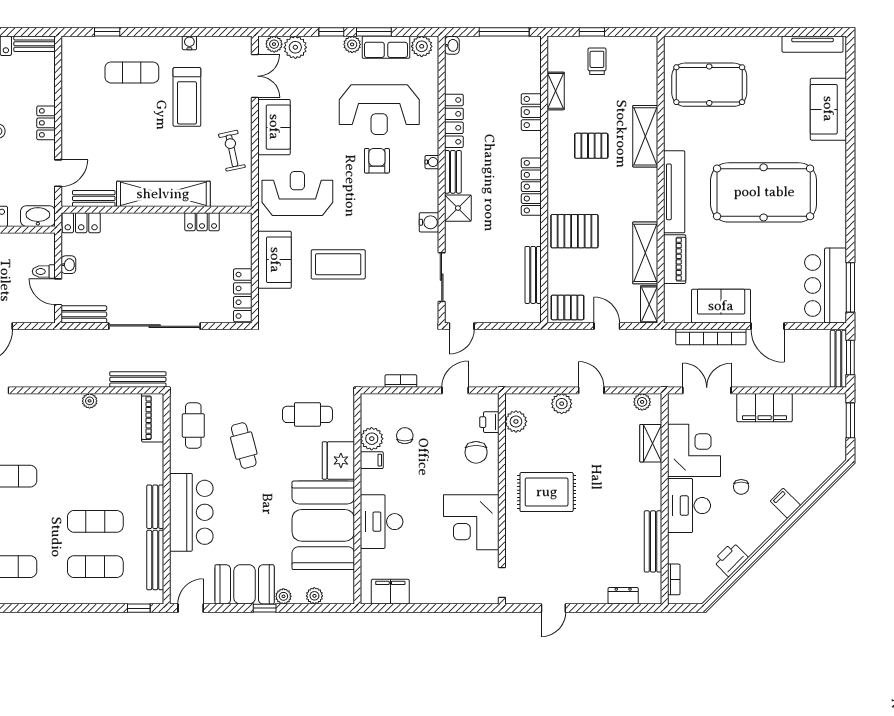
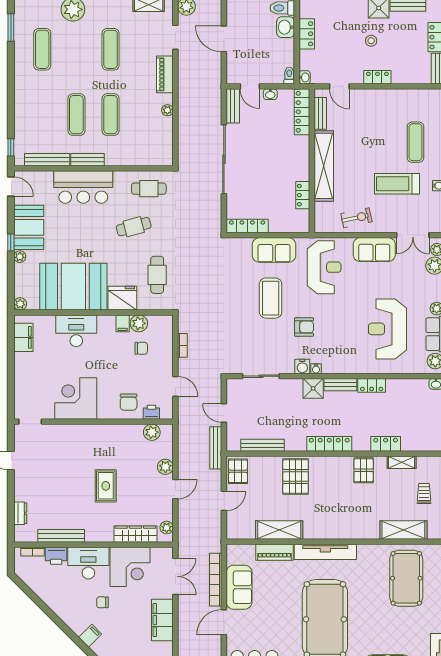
trolley: (597, 61) -> (424, 493), turned -90
locker: (454, 121) -> (372, 385), width x0.66
shelving: (645, 136) -> (403, 530), moved
pallet: (591, 146) -> (364, 470), moved
armchair: (377, 161) -> (304, 327), moved
water cooler: (432, 162) -> (316, 369), moved
washbasin: (38, 216) -> (305, 77), width x0.52, depth x0.69
locker: (81, 223) -> (302, 112), width x1.53
toilet: (44, 271) -> (289, 76), moved
door: (58, 292) -> (250, 86), swing flipped
shelving: (649, 304) -> (240, 533), removed
door: (462, 326) -> (224, 413), moved
bench: (138, 379) -> (216, 448), moved
piano: (153, 418) -> (165, 74), moved, turned -90
wardrobe: (651, 443) -> (135, 534), width x1.50
chair: (476, 452) -> (129, 402), turned -90
rug: (547, 492) -> (106, 486), moved, width x0.73, depth x0.70
printer: (731, 559) -> (56, 556), moved, turned 135
exercise mat: (95, 567) -> (111, 115), moved
plant: (314, 596) -> (20, 304), moved

